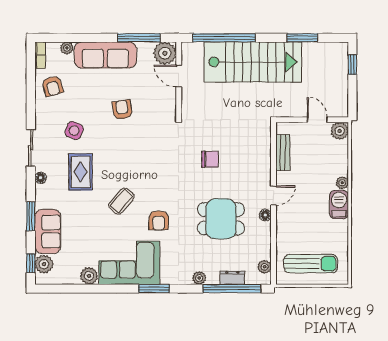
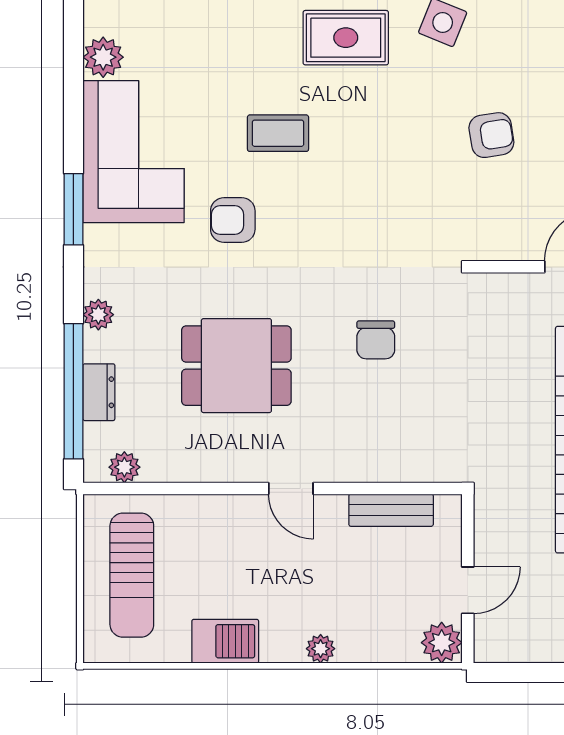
coffee table: (121, 201) -> (278, 133), turned -41
barbecue: (339, 205) -> (225, 641), moved
floor lamp: (265, 215) -> (245, 469), removed
dining table: (221, 219) -> (236, 366), turned 90

